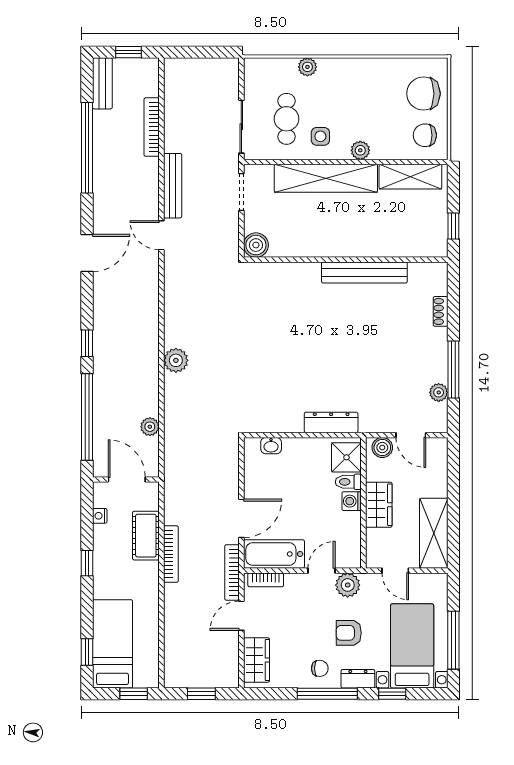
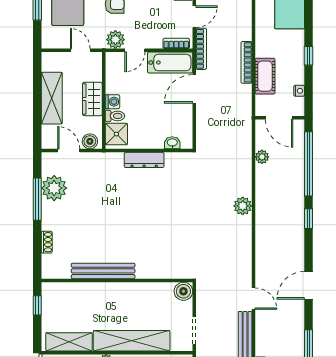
plant: (439, 392) -> (54, 188), width x1.87, depth x1.87
dresser: (331, 422) -> (144, 160), moved
shelving: (434, 533) -> (52, 98), moved

